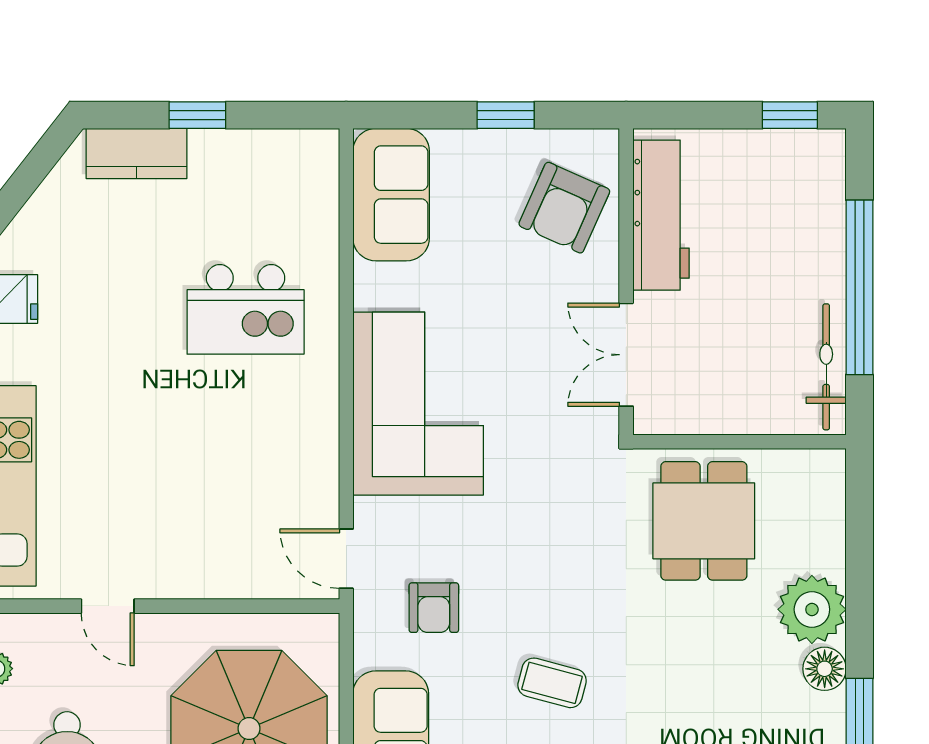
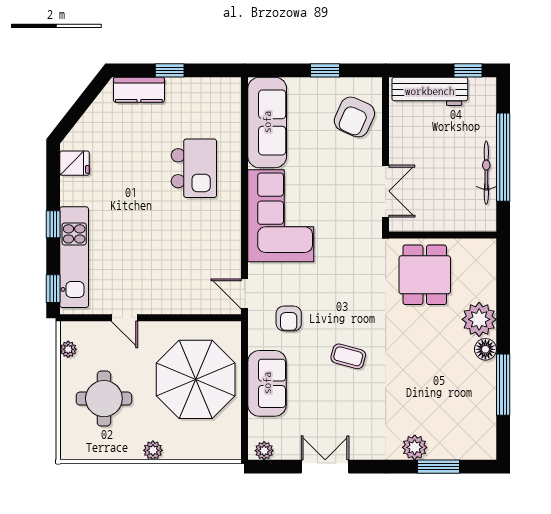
sofa: (391, 195) -> (267, 122), width x1.36
workbench: (661, 215) -> (430, 91), moved, turned 90
kitchen island: (246, 309) -> (194, 168), turned -90
double door: (626, 355) -> (386, 191), swing flipped
bicycle: (826, 367) -> (486, 173), moved

